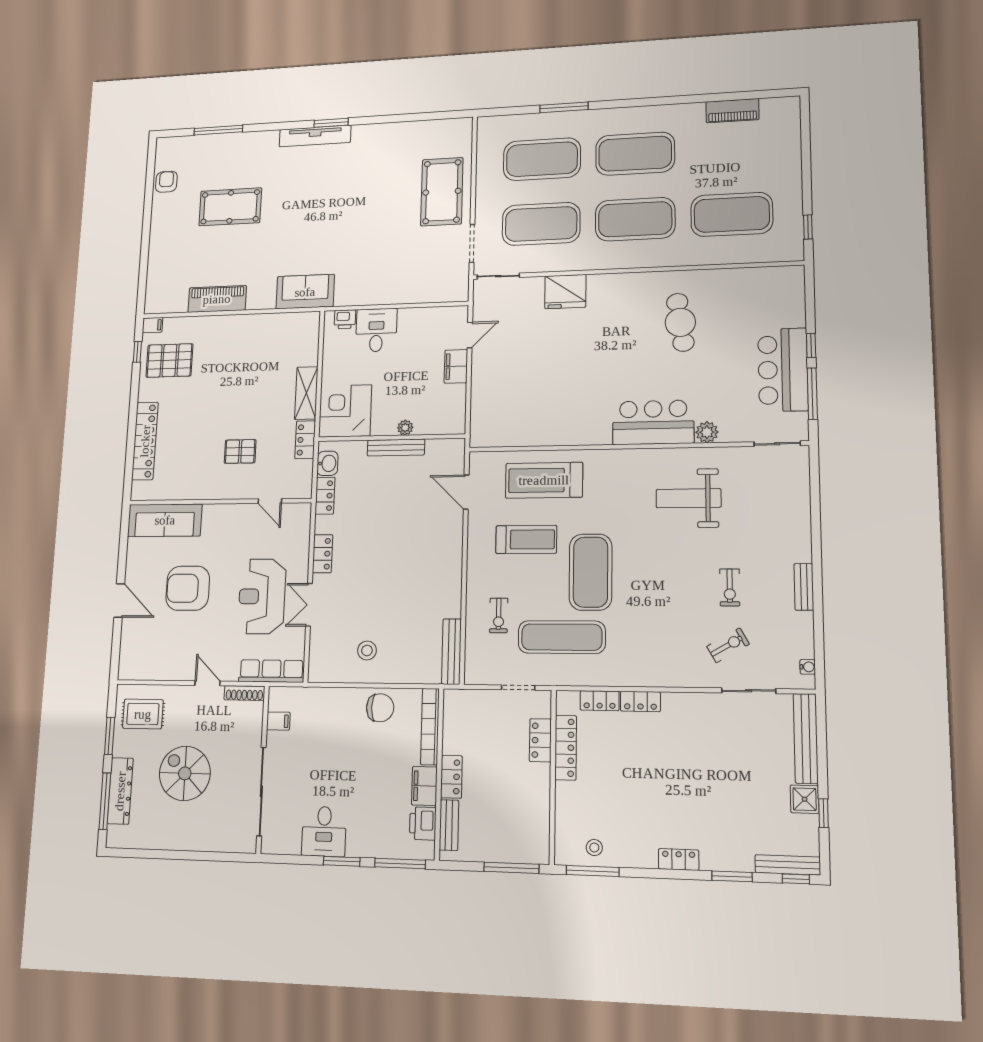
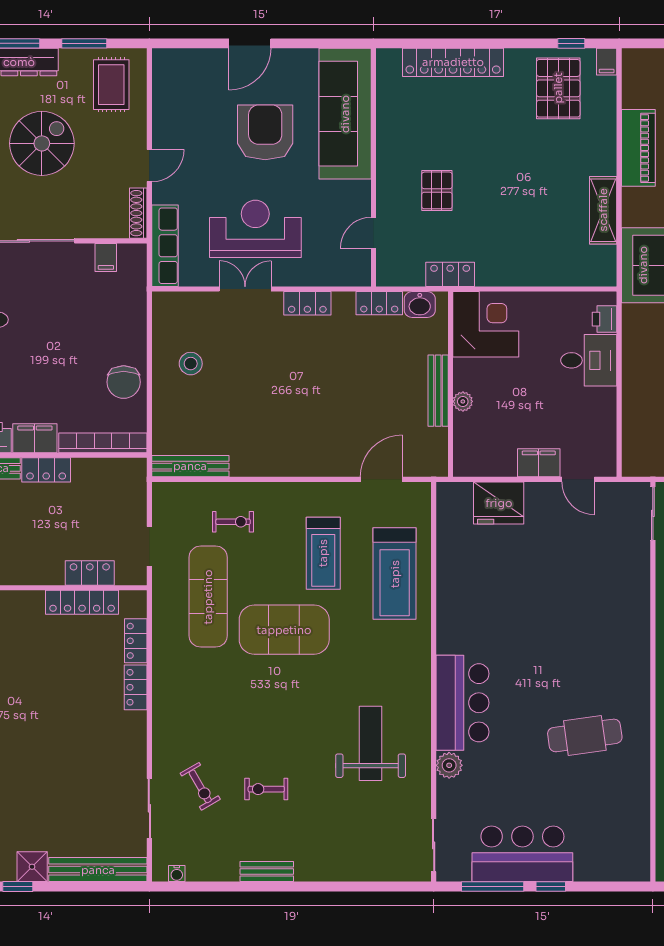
fridge: (565, 292) -> (499, 503), moved, turned -90
shelving: (306, 393) -> (603, 210), moved, turned 90
treadmill: (544, 480) -> (395, 574), turned 180
sofa: (165, 520) -> (345, 114), width x1.36, depth x1.27
exercise bike: (499, 615) -> (233, 522), turned 180

